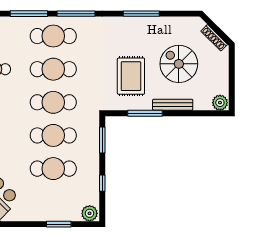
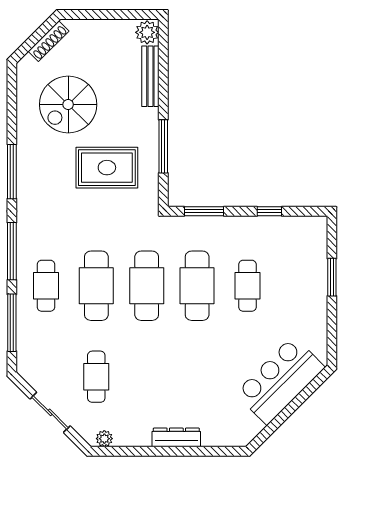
window: (141, 14) -> (12, 172), moved
cafe table: (53, 36) -> (46, 286), width x0.73, depth x0.74
spiral stairs: (179, 64) -> (68, 105), moved
bench: (173, 105) -> (150, 76), moved
cafe table: (53, 169) -> (247, 286), width x0.73, depth x0.74
plant: (90, 213) -> (315, 231), removed

